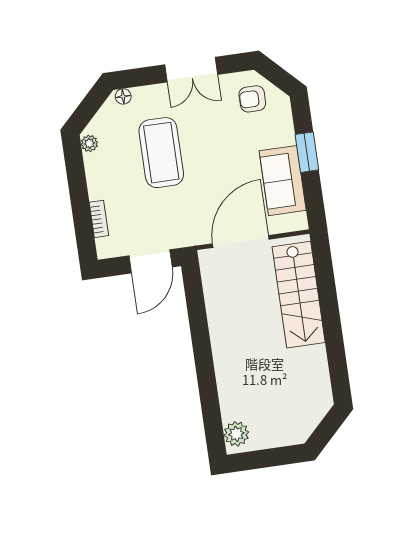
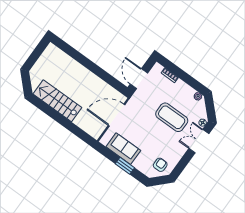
double door: (191, 70) -> (199, 141), moved
door: (241, 241) -> (117, 115), swing flipped
stairs: (299, 295) -> (57, 101), moved
plant: (236, 434) -> (54, 52), removed

